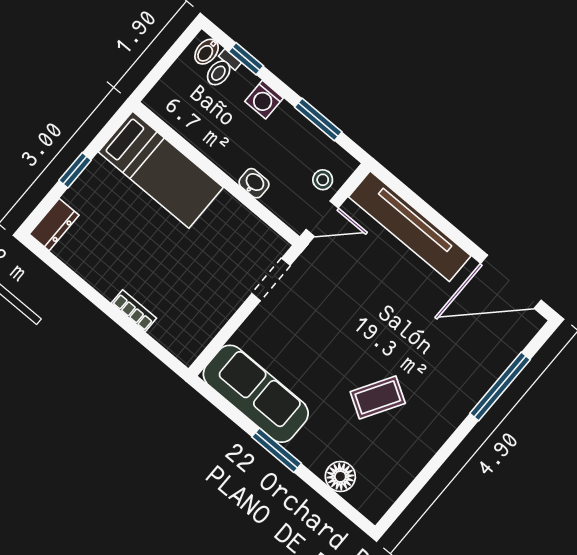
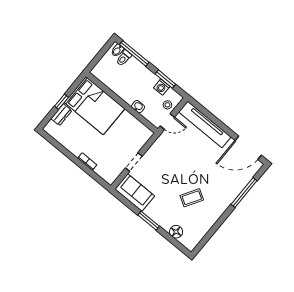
window: (246, 59) -> (134, 53), width x2.17
washing machine: (264, 100) -> (162, 87), moved
bed: (161, 170) -> (95, 106), width x1.50
dresser: (54, 225) -> (61, 115), moved
doorway: (271, 279) -> (134, 162), moved
sofa: (256, 394) -> (135, 193), width x0.73

